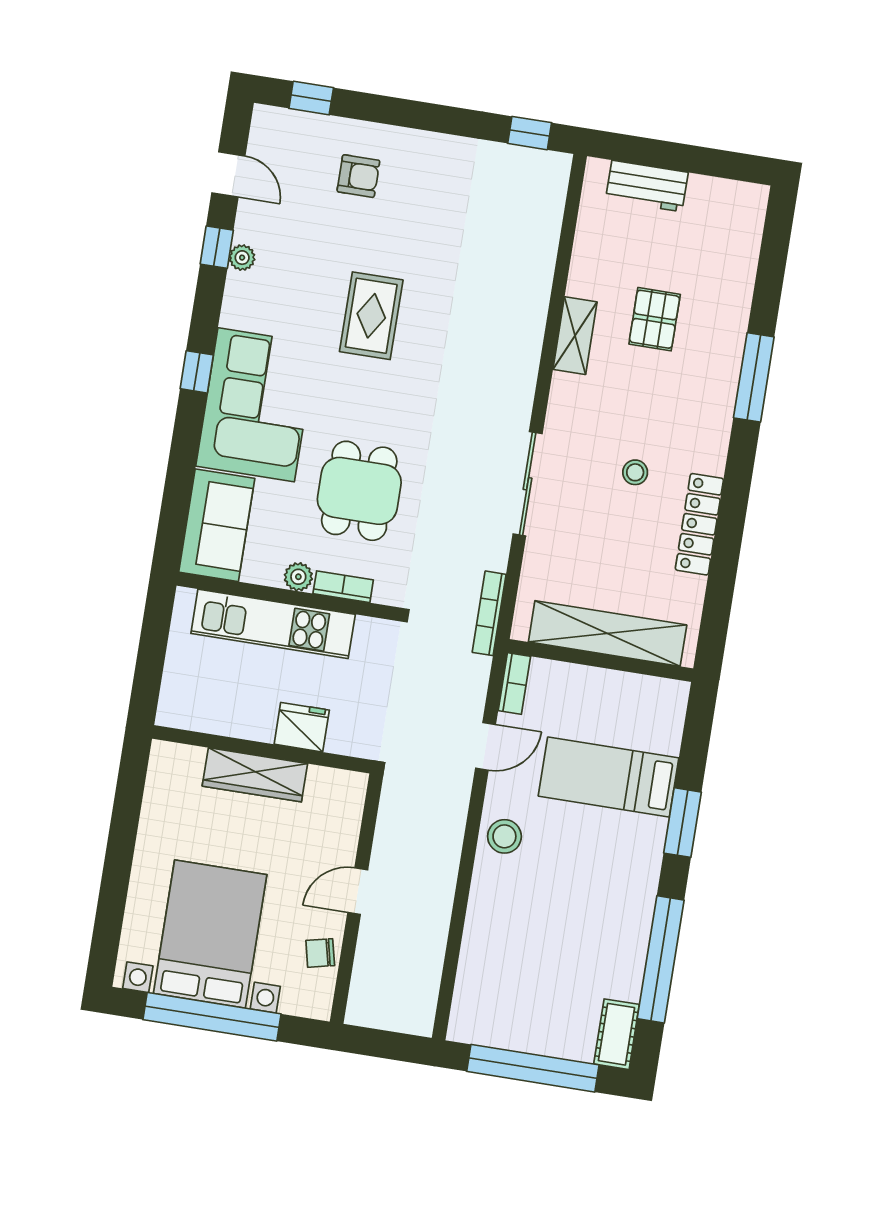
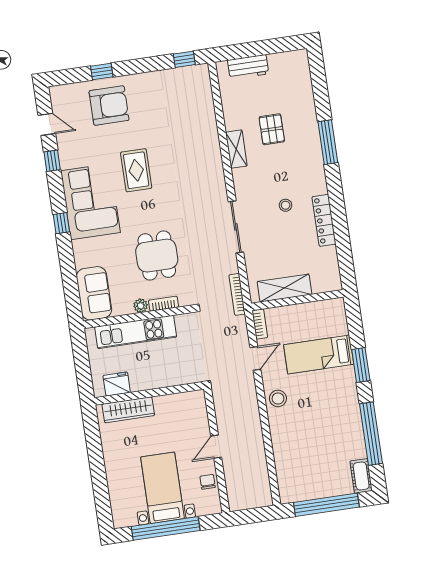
window: (311, 98) -> (102, 71), moved
armchair: (358, 176) -> (109, 106), width x1.88, depth x1.88
plant: (242, 258) -> (66, 162), removed
corner sofa: (256, 405) -> (90, 202), moved
shelving: (608, 633) -> (285, 288), width x0.68
fridge: (302, 727) -> (117, 384), moved
wardrobe: (255, 775) -> (128, 410), moved
bed with nightstands: (210, 934) -> (162, 488), width x0.73
chair: (320, 953) -> (208, 482), turned 103

